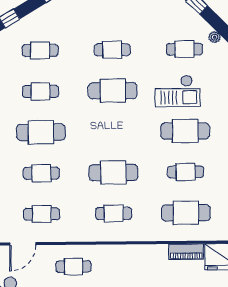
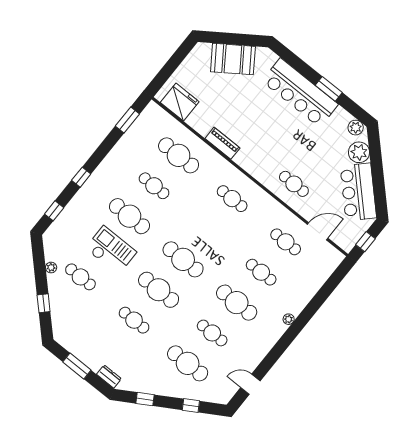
cafe table: (40, 50) -> (188, 363), width x1.37, depth x1.35
cafe table: (113, 173) -> (183, 259), moved
piano: (186, 252) -> (222, 143), moved

